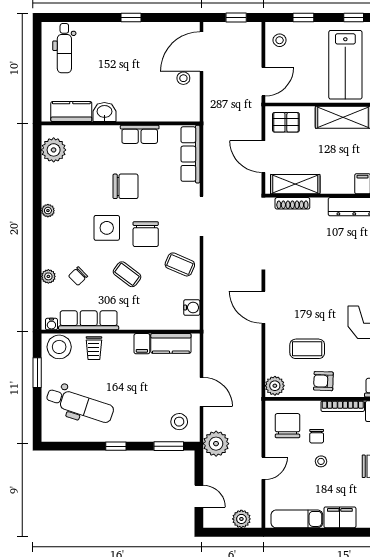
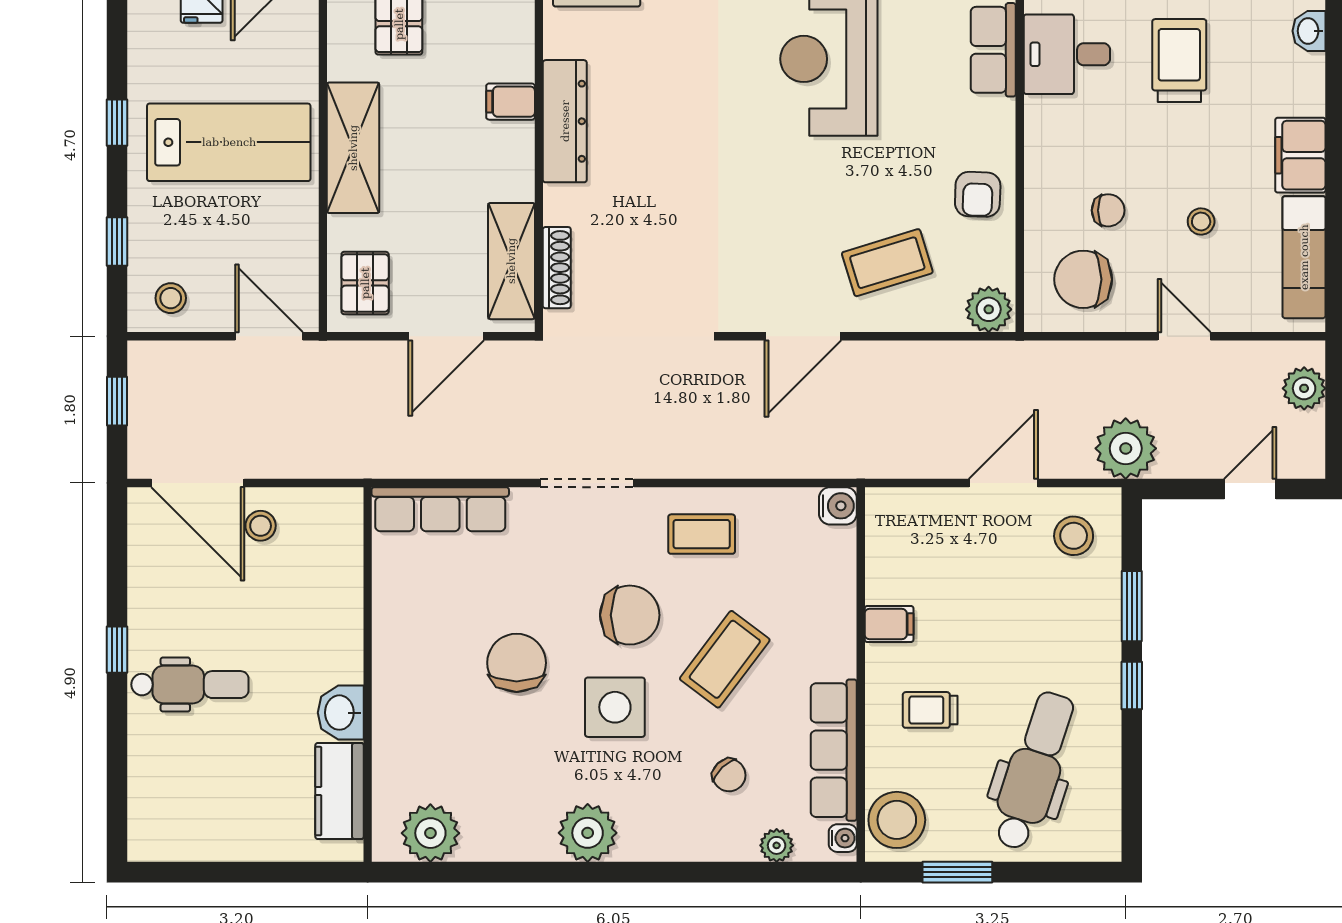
dental chair: (64, 48) -> (190, 685), moved
row of seats: (140, 134) -> (393, 629), removed
plant: (48, 211) -> (588, 833), width x1.88, depth x1.88
coffee table: (180, 264) -> (702, 534), turned 67
coffee table: (127, 274) -> (725, 659), width x1.36, depth x1.30
plant: (48, 276) -> (777, 845), moved
water cooler: (192, 308) -> (838, 506), moved, turned 90
kitchen counter: (171, 343) -> (888, 555), removed
trolley: (94, 348) -> (930, 710), moved, turned 180
coffee table: (307, 349) -> (887, 263), moved, turned 73
bookcase: (343, 406) -> (1037, 149), removed
window: (169, 446) -> (1132, 606), moved
stool: (321, 461) -> (1201, 221), moved

